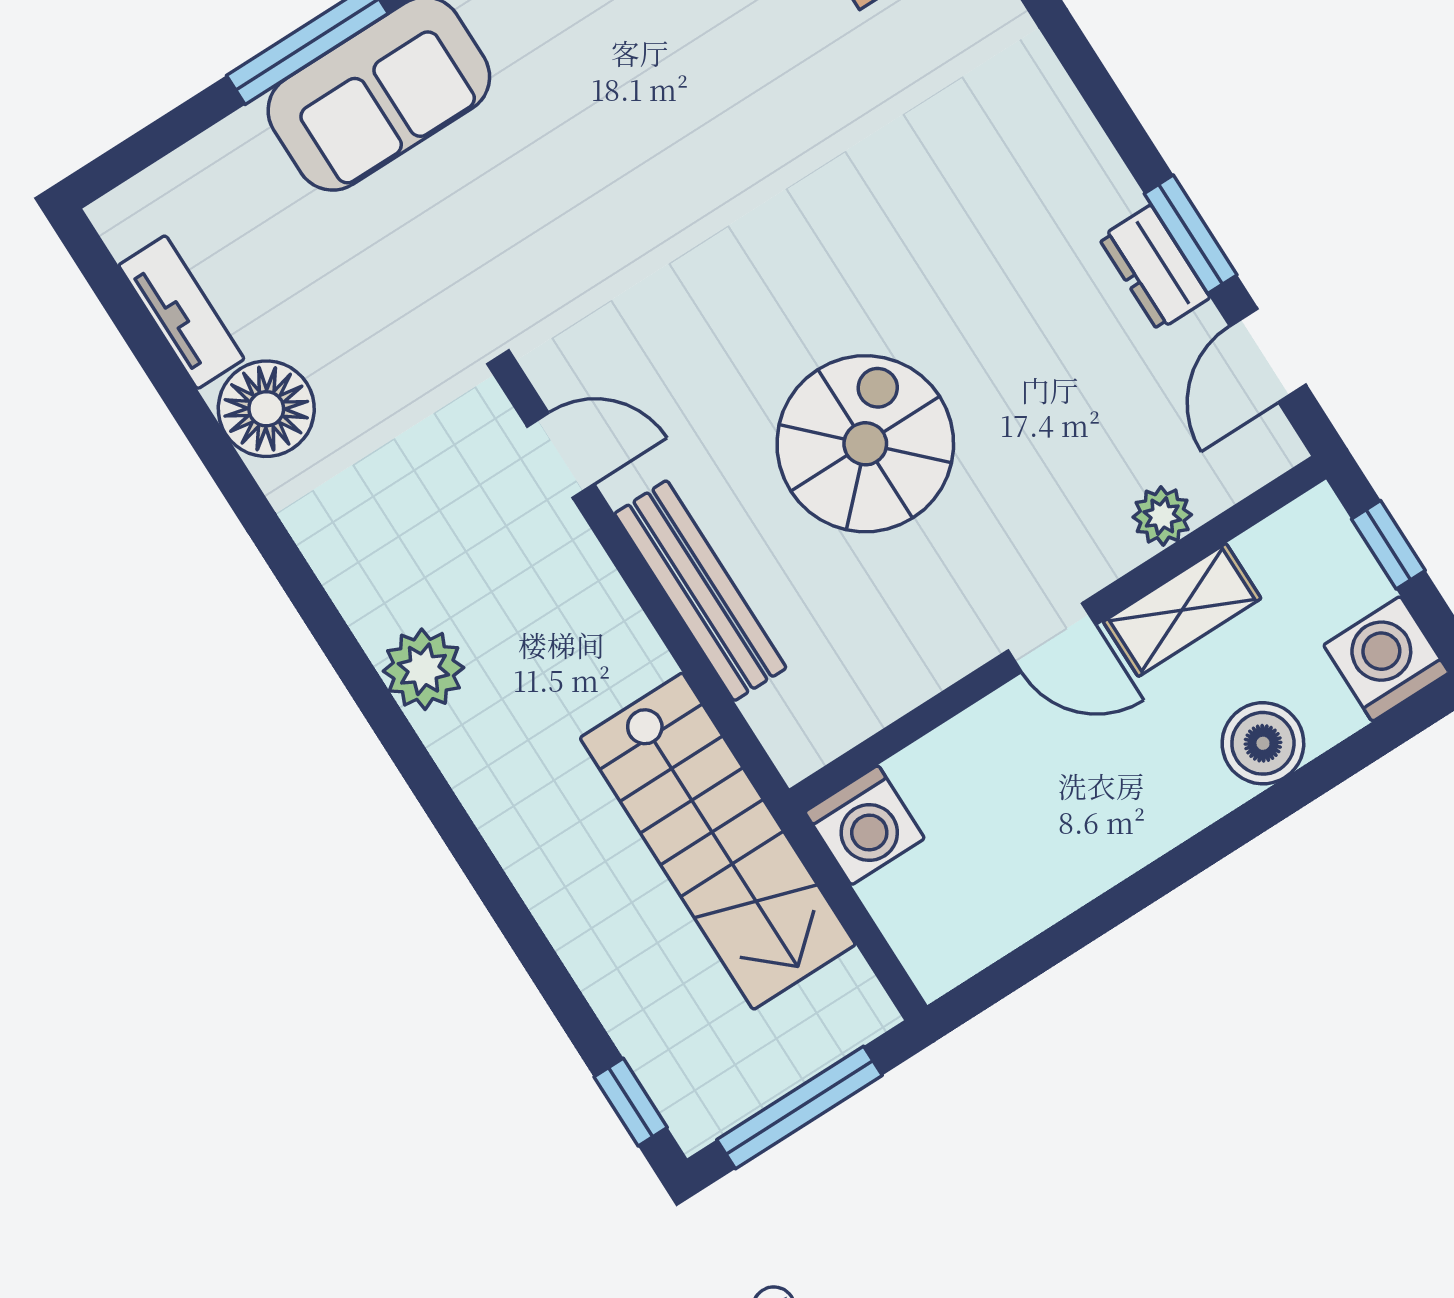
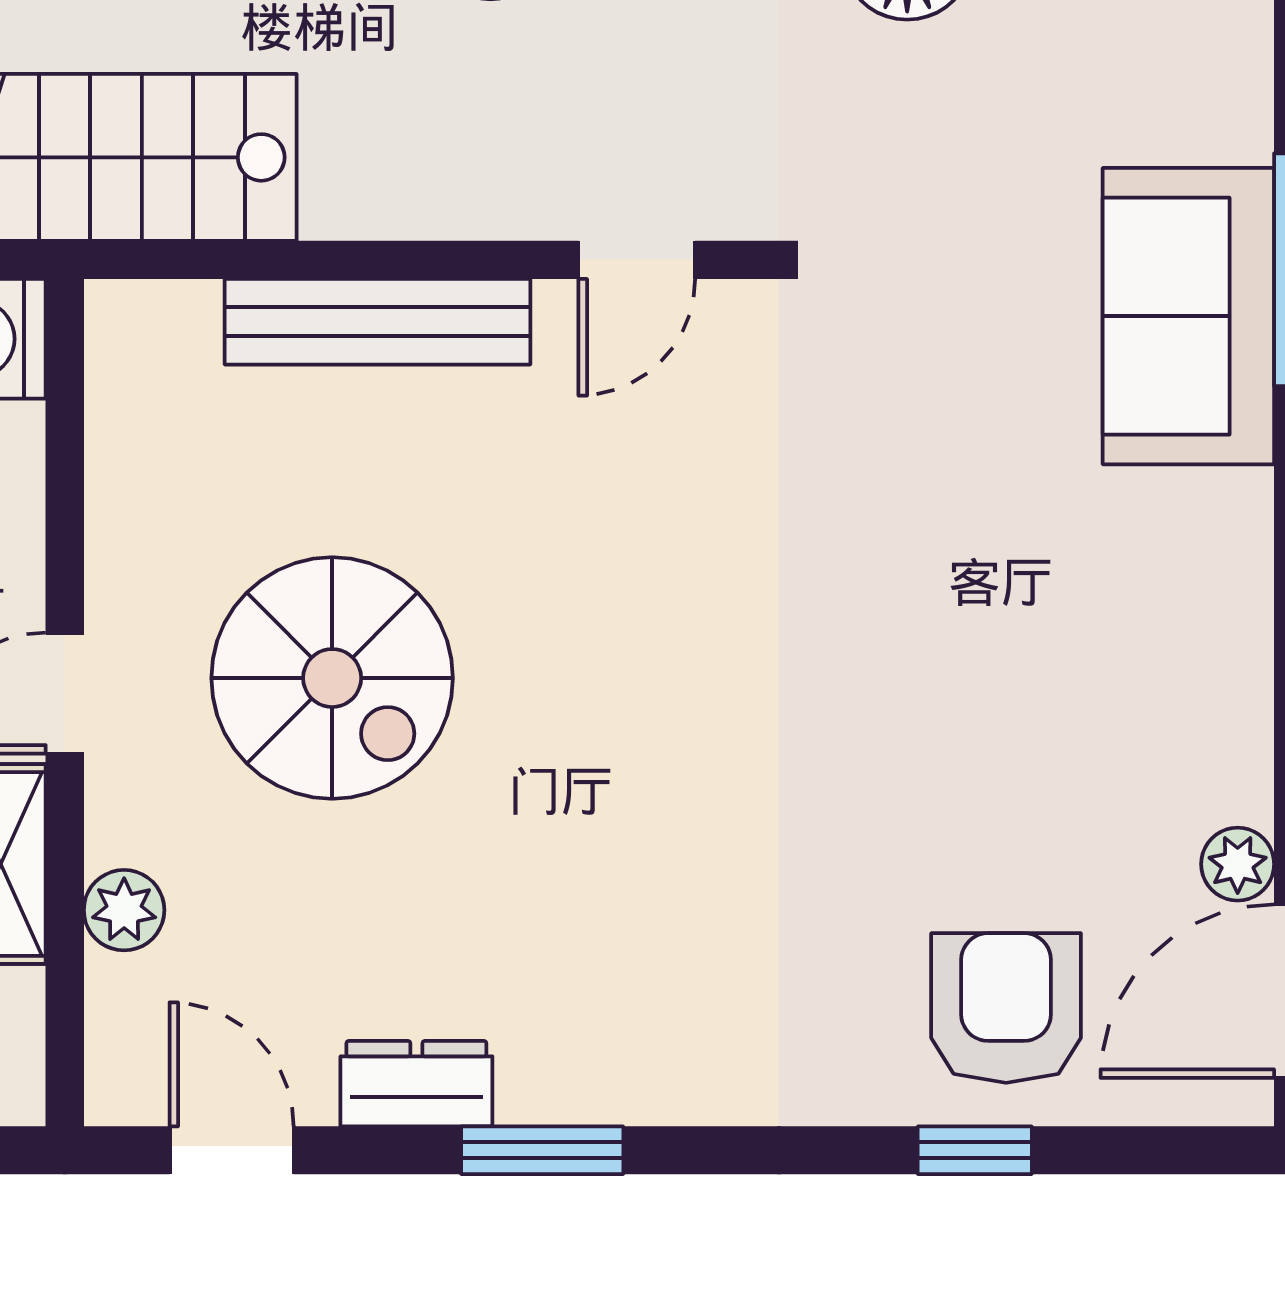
window: (1191, 234) -> (542, 1150), moved
spiral stairs: (865, 444) -> (332, 678), moved

